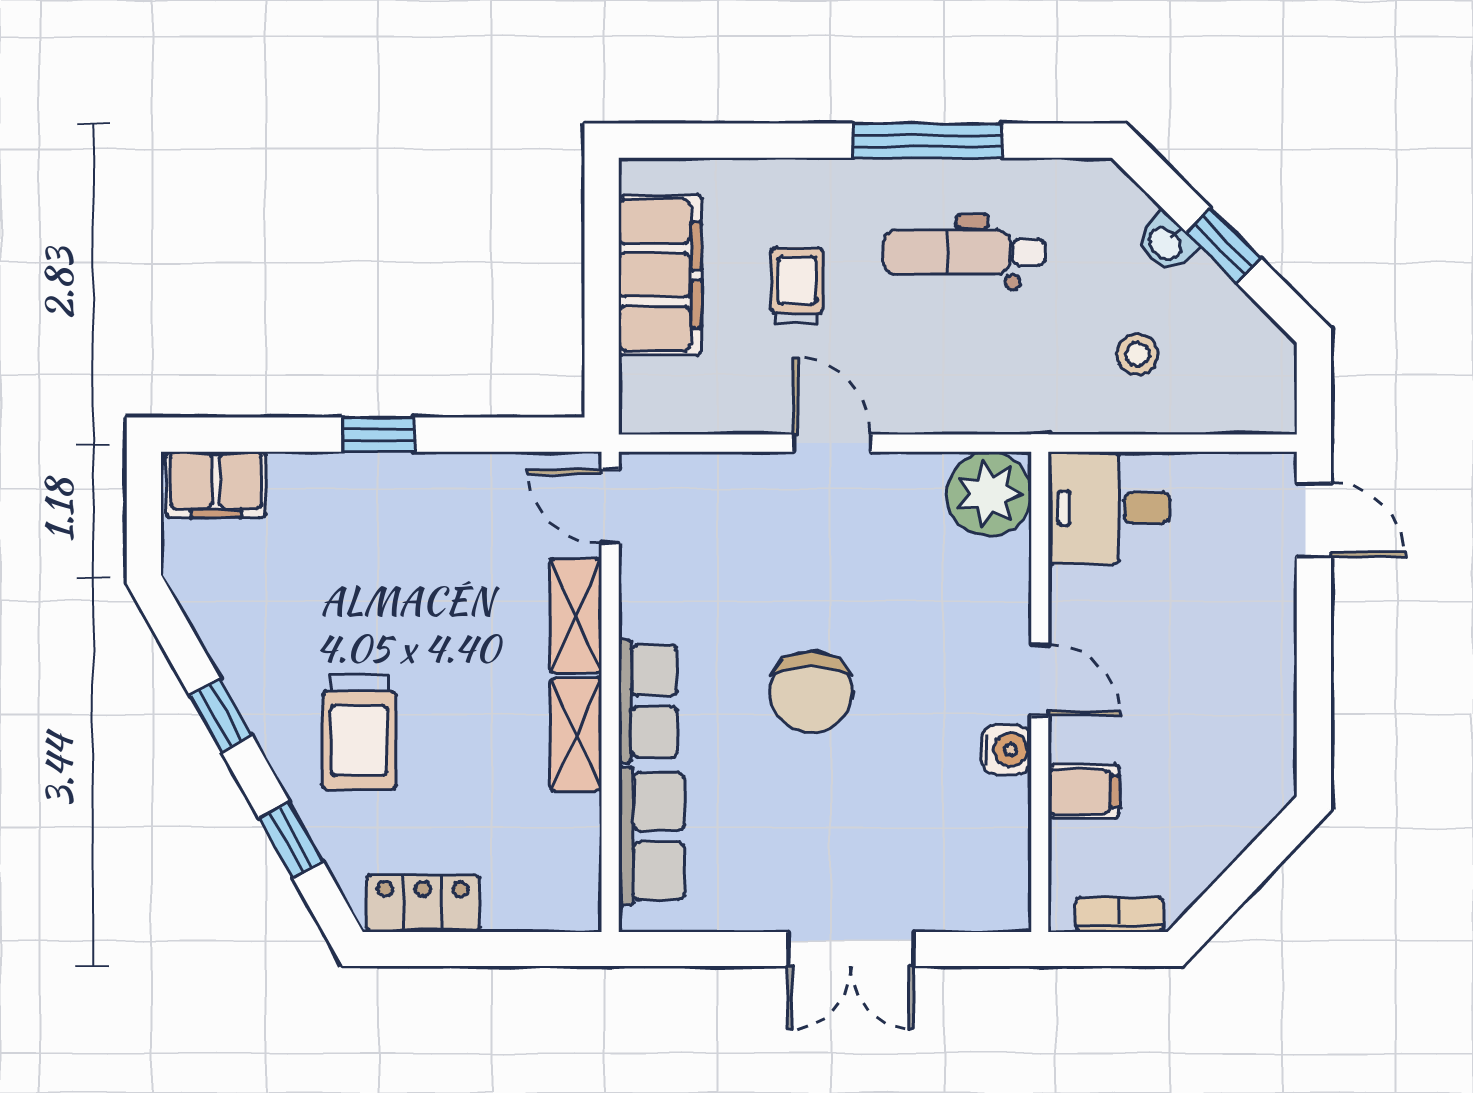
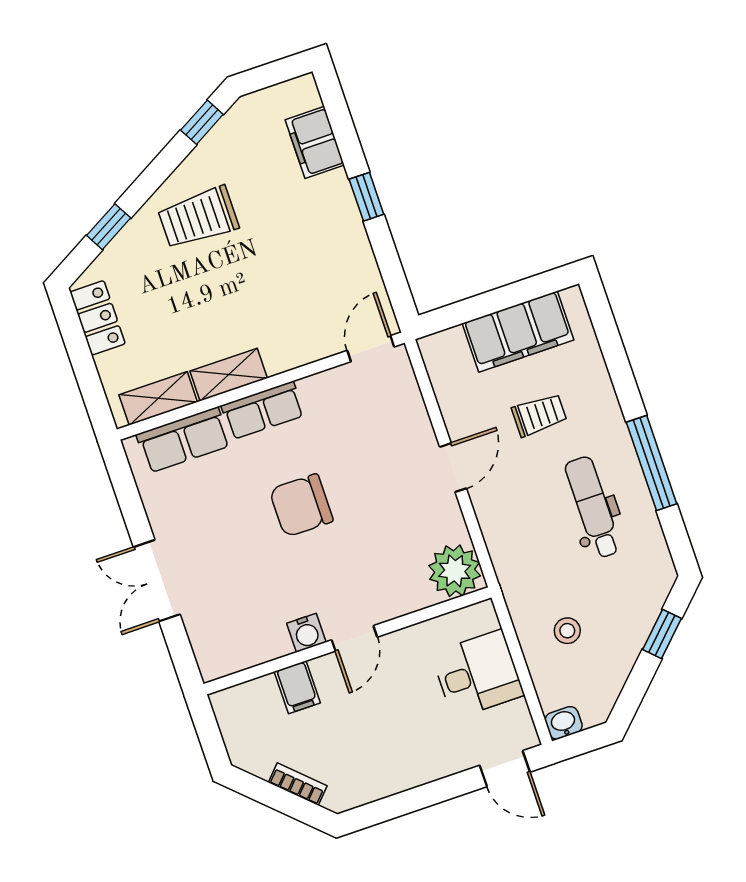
washbasin: (1166, 243) -> (564, 723), moved, turned 45
window: (1224, 245) -> (662, 634), moved
filing cabinet: (216, 485) -> (315, 142), moved
desk: (1109, 508) -> (478, 674), moved, turned 90
door: (1314, 520) -> (505, 769), hinge flipped
shelving: (576, 616) -> (158, 398), moved
window: (221, 715) -> (202, 122), moved
trolley: (359, 732) -> (198, 218), moved
bookcase: (1119, 915) -> (298, 784), moved, turned -46

